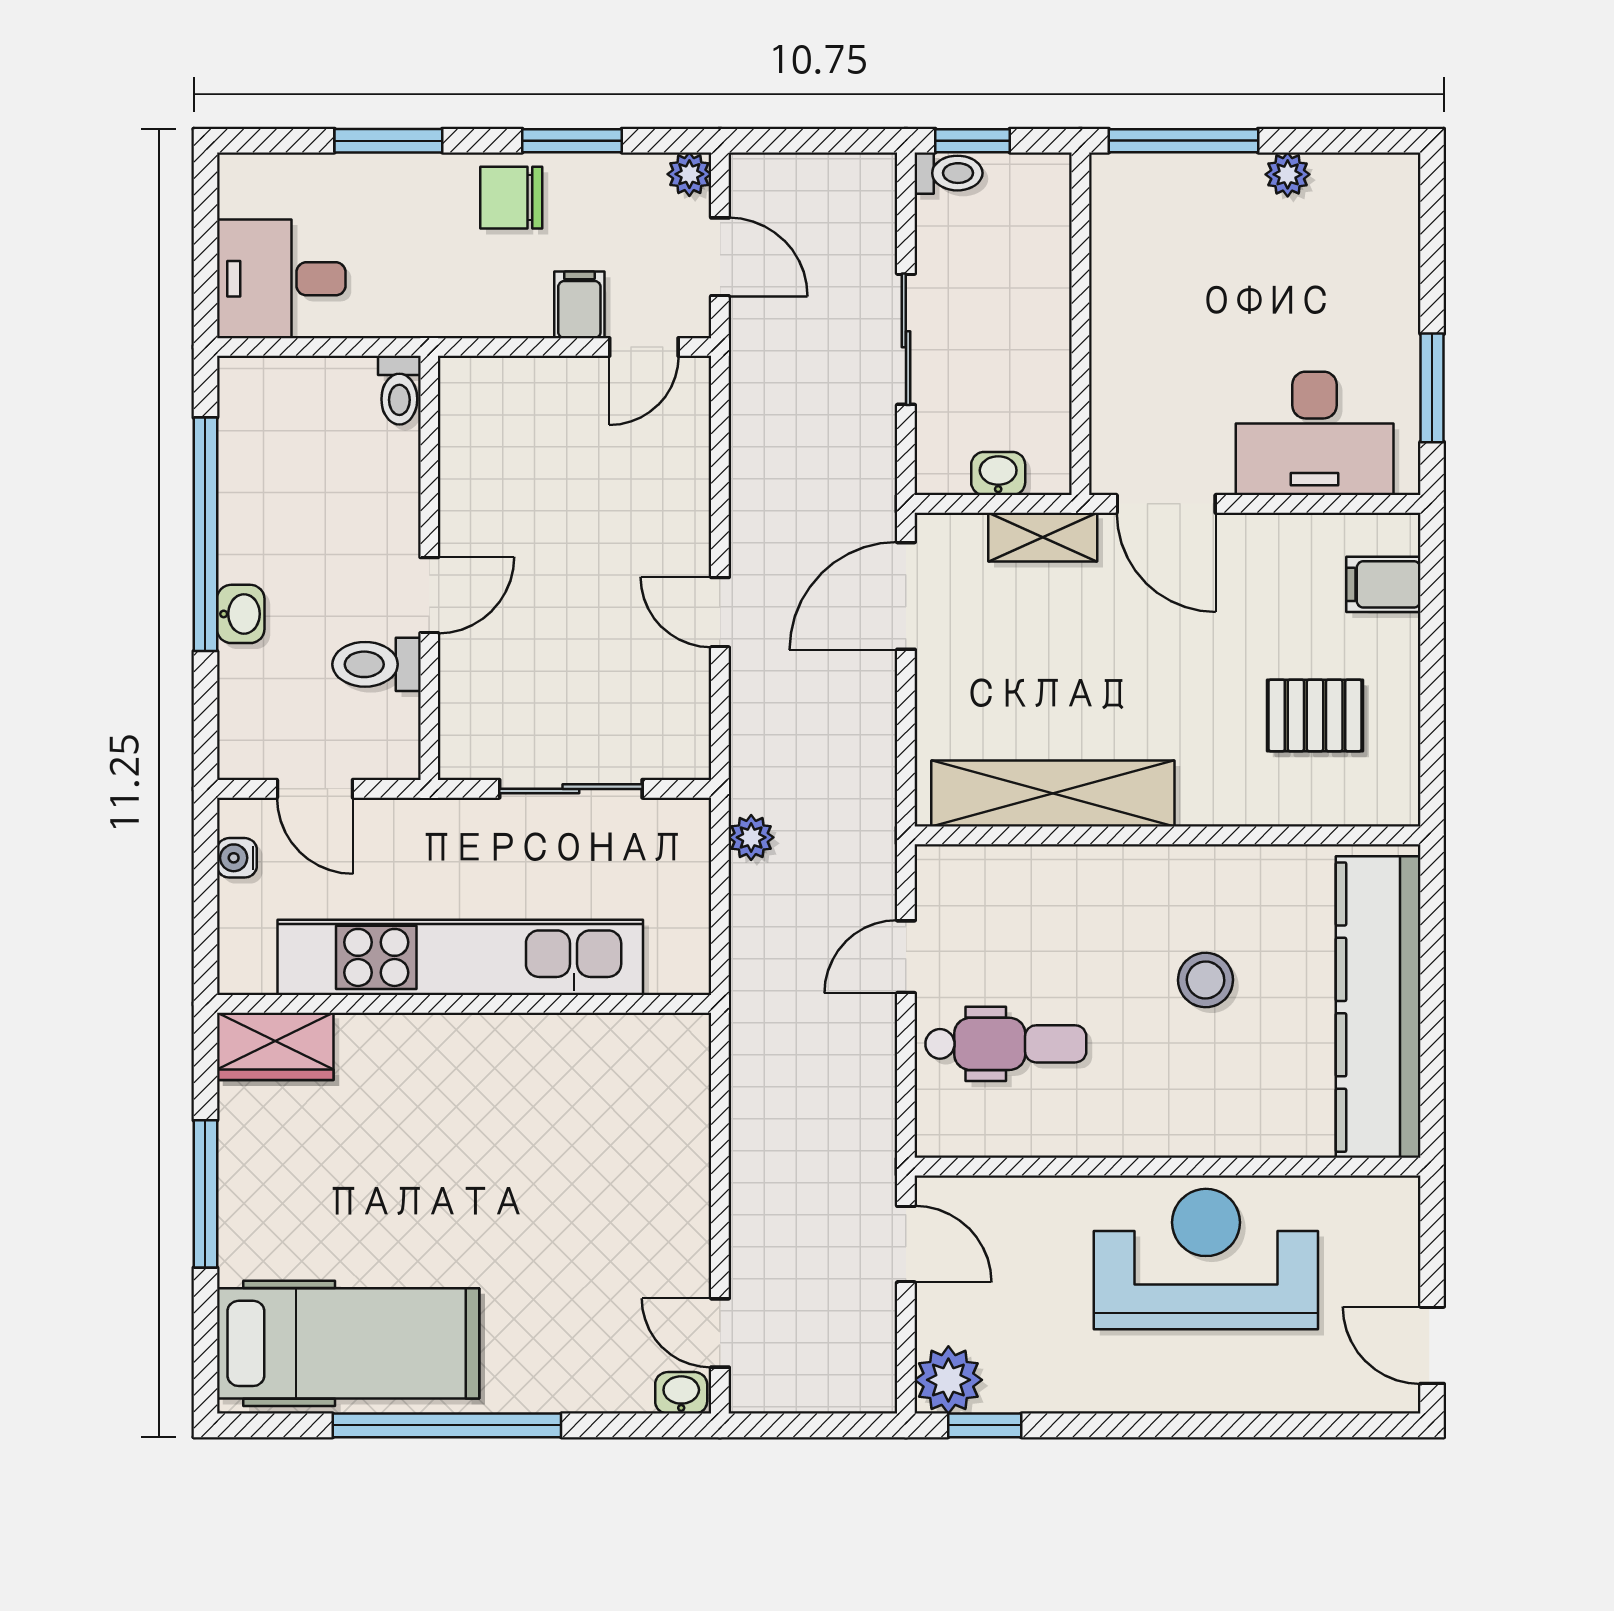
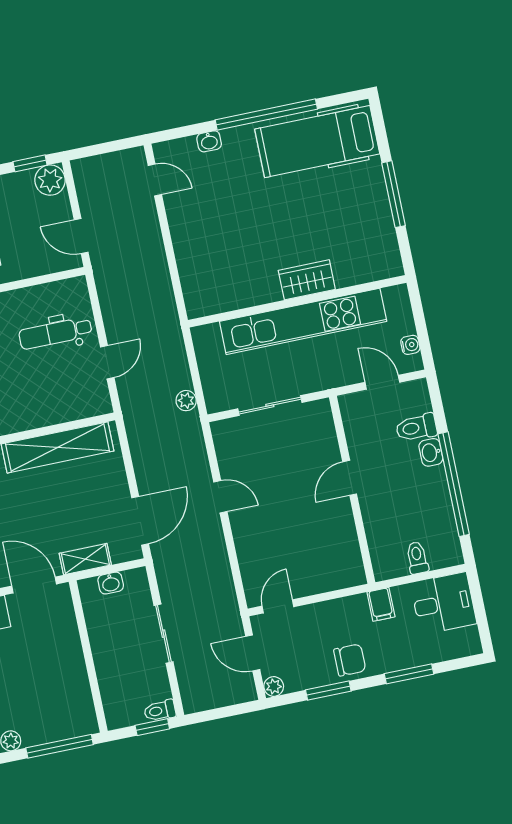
filing cabinet: (579, 305) -> (381, 604), moved
toilet: (399, 390) -> (417, 558), moved
toilet: (376, 664) -> (416, 428), moved, turned 180
wardrobe: (275, 1046) -> (307, 280), moved
washbasin: (681, 1393) -> (209, 141), moved

